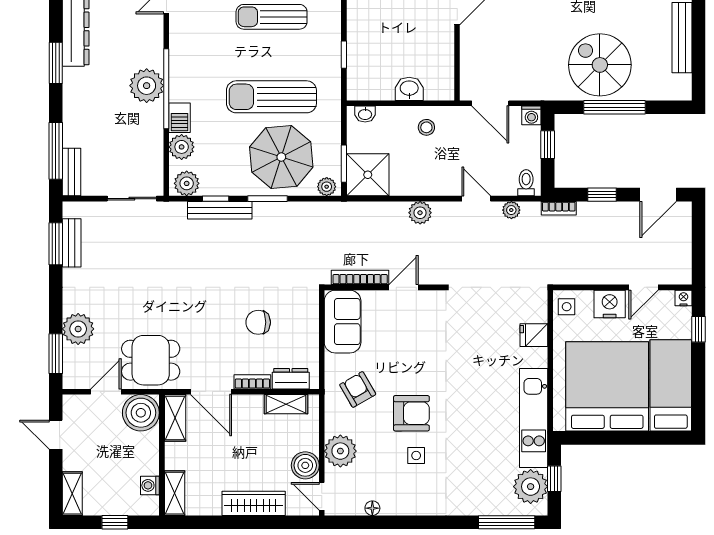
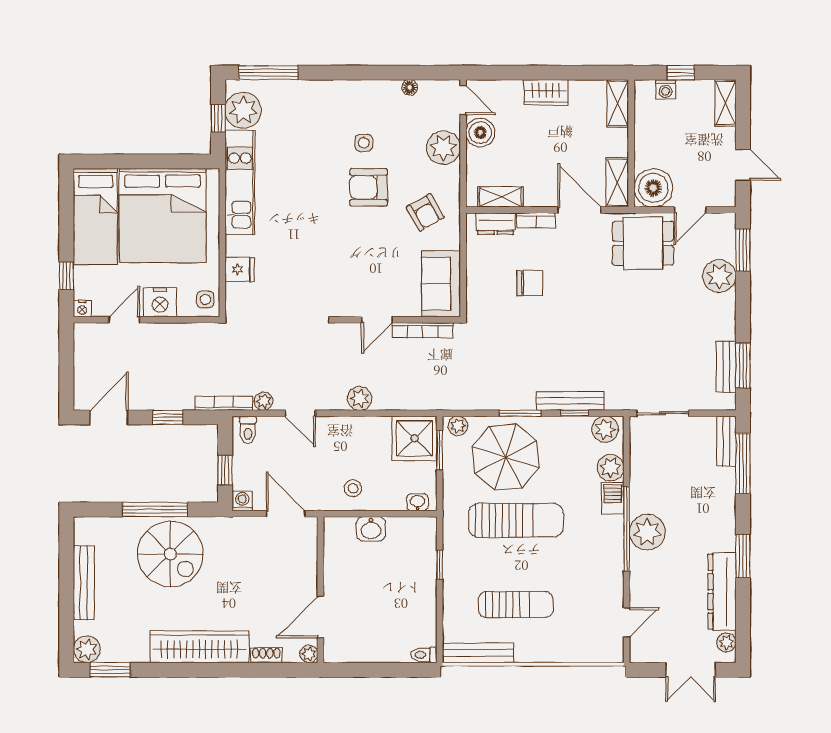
bookcase: (559, 208) -> (224, 403), width x1.56
washing machine: (150, 485) -> (666, 89), moved, turned 90
wardrobe: (254, 503) -> (546, 92), width x0.67

